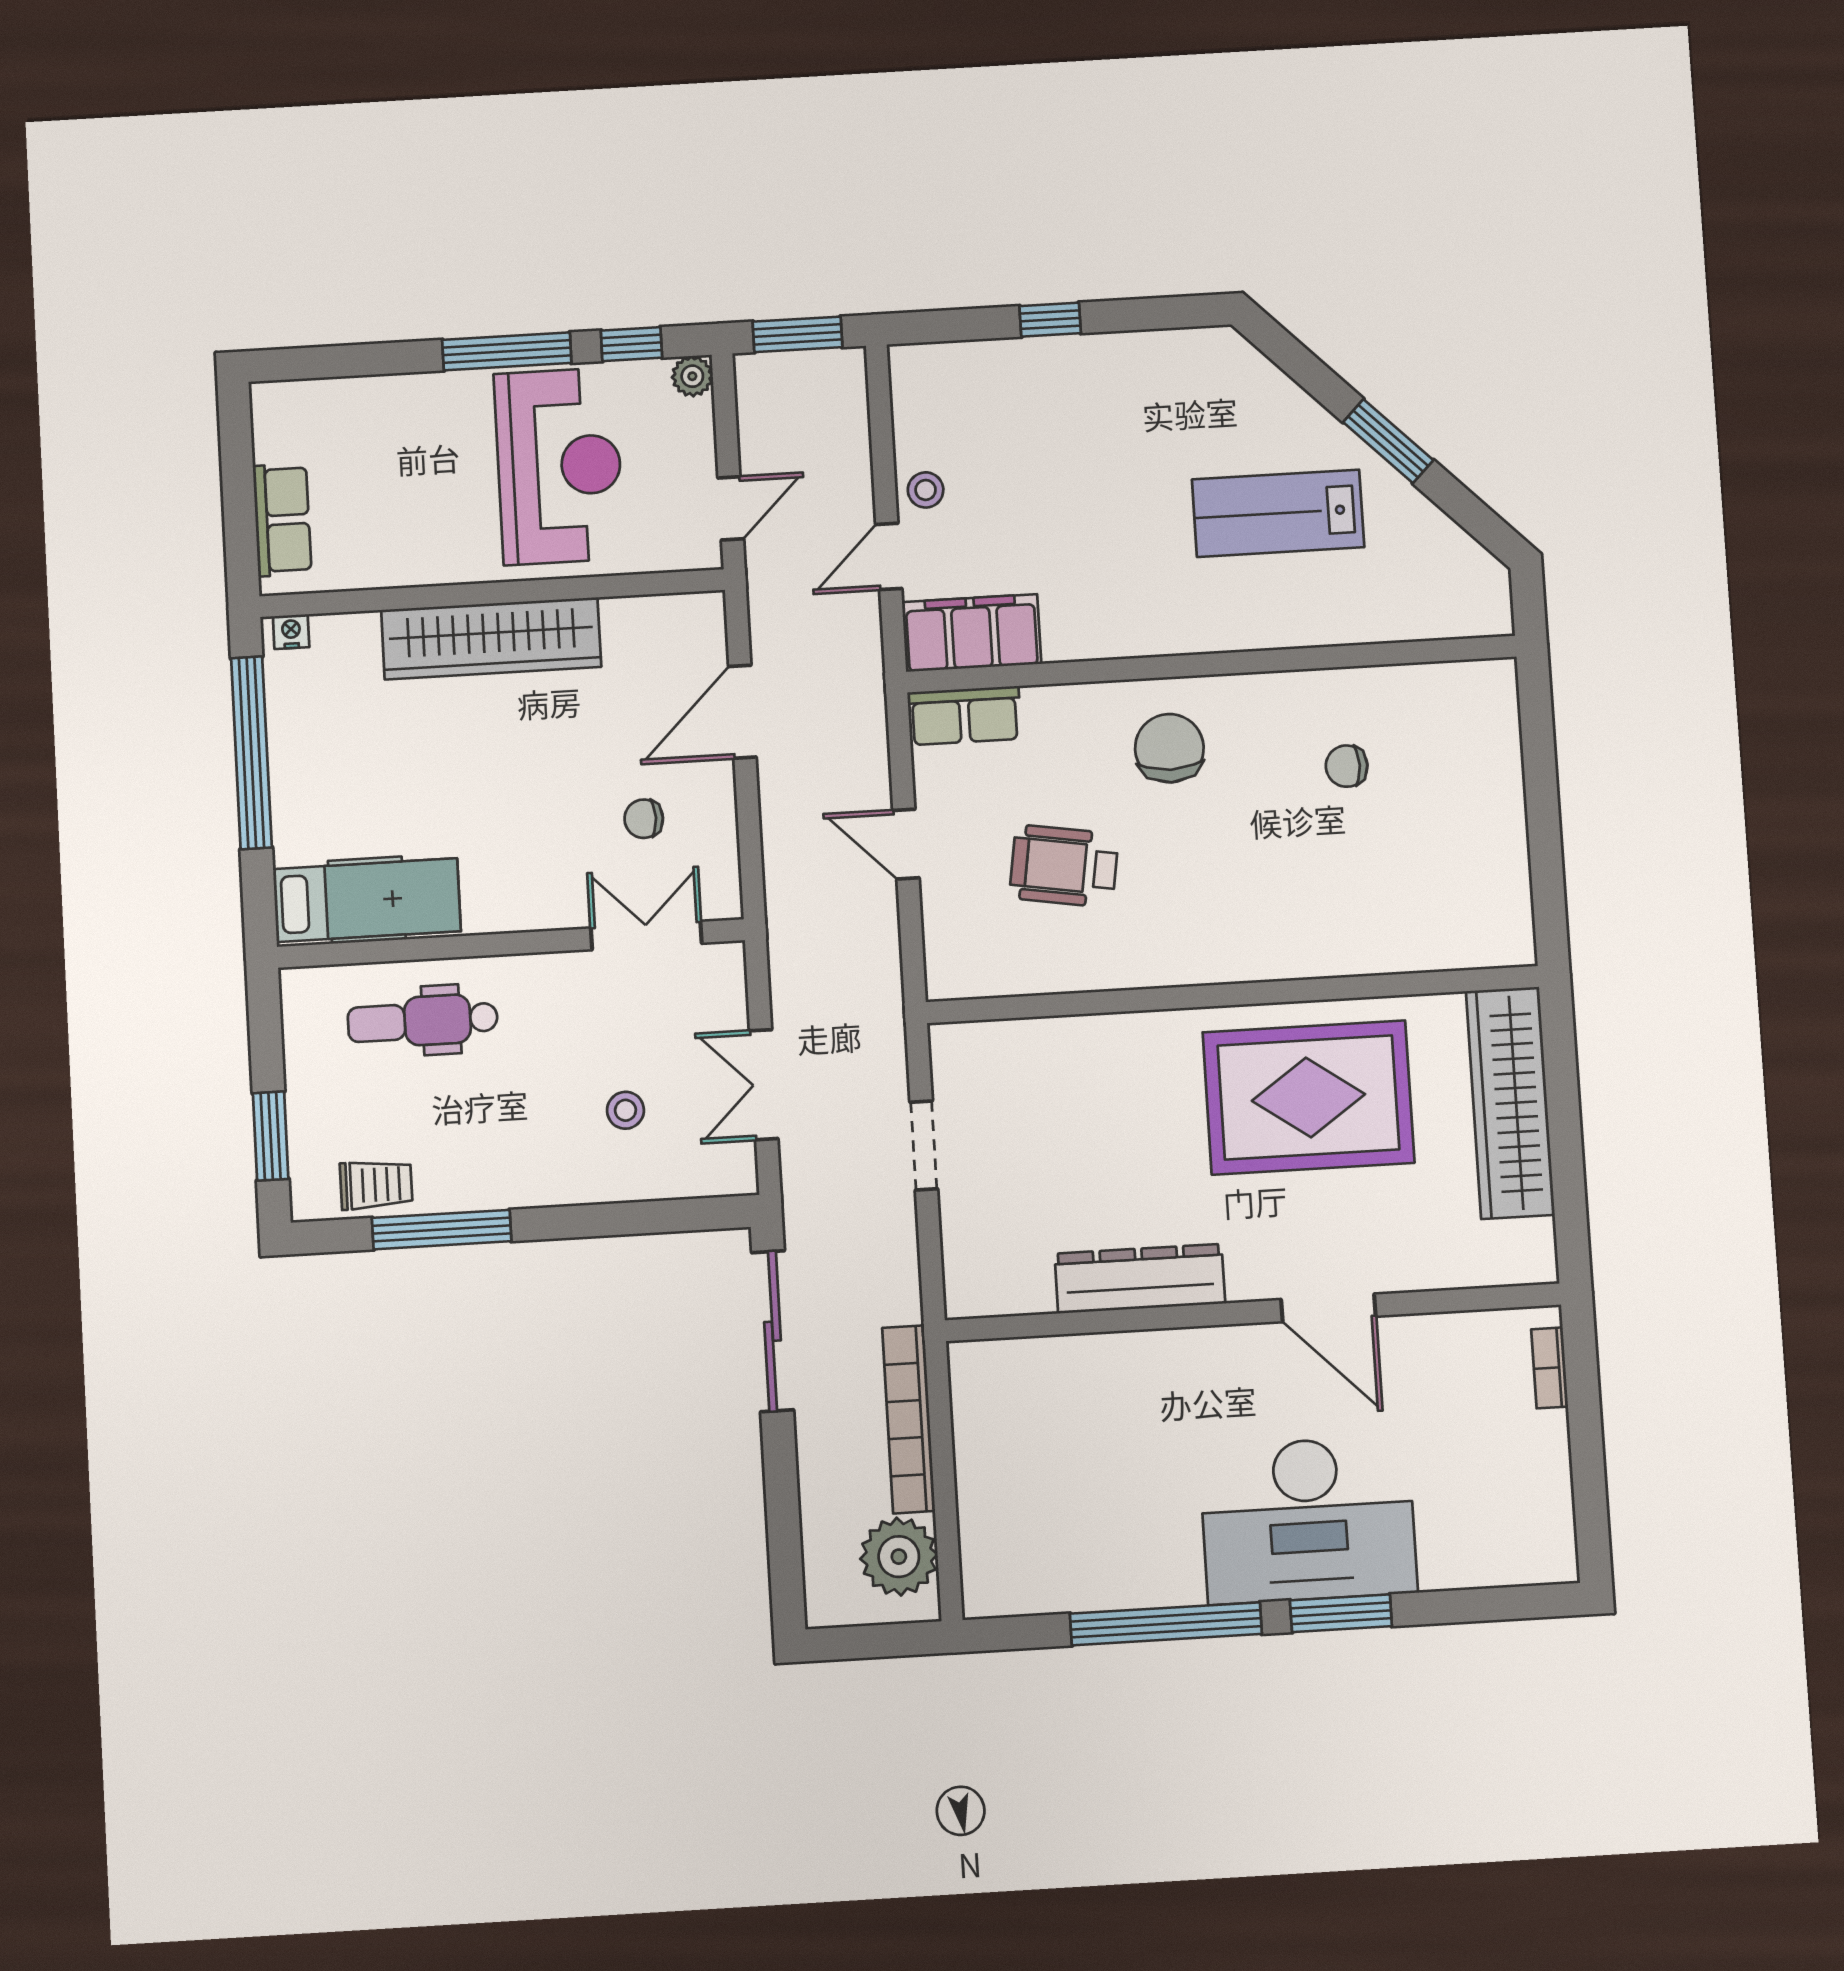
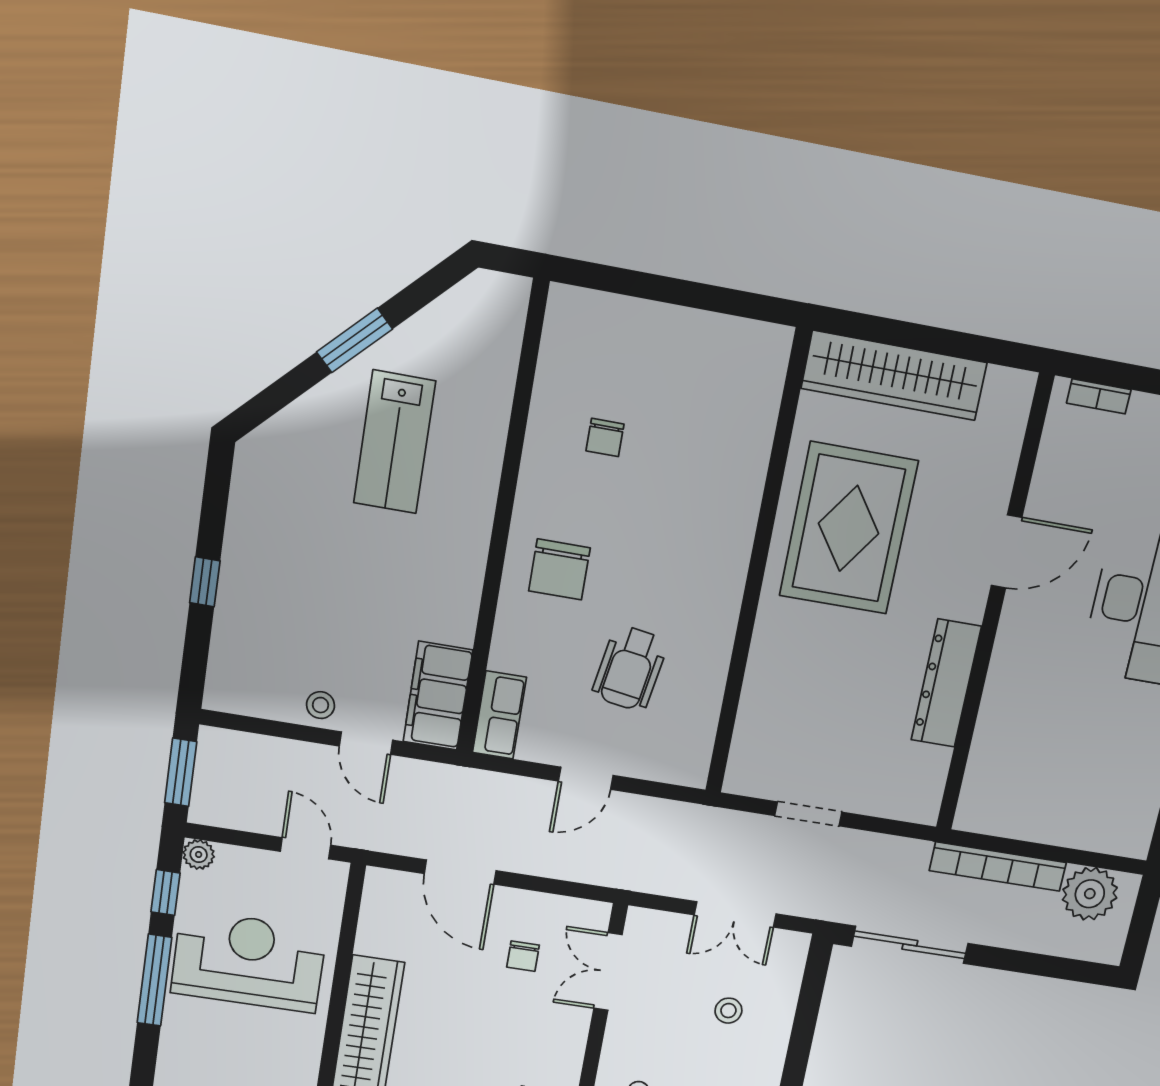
chair: (1169, 748) -> (559, 569), turned -90

